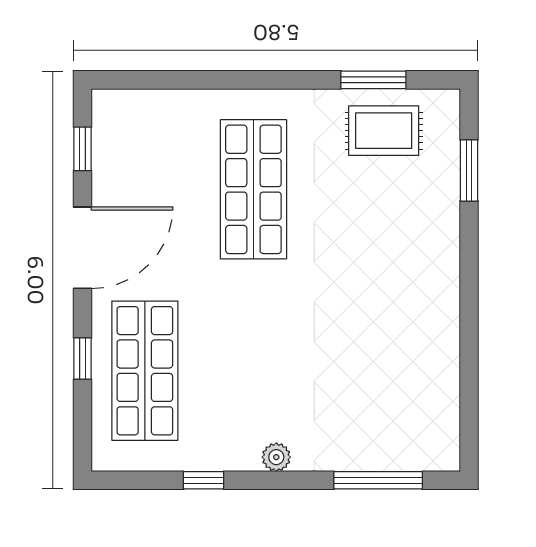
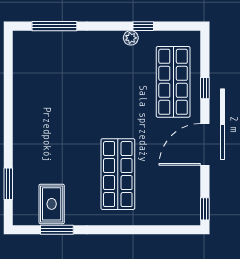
rug: (384, 131) -> (52, 204), turned 90
window: (83, 149) -> (205, 209), moved
plant: (276, 457) -> (131, 38), moved

